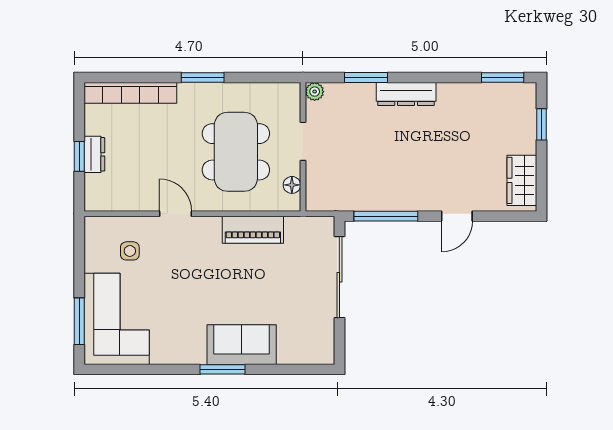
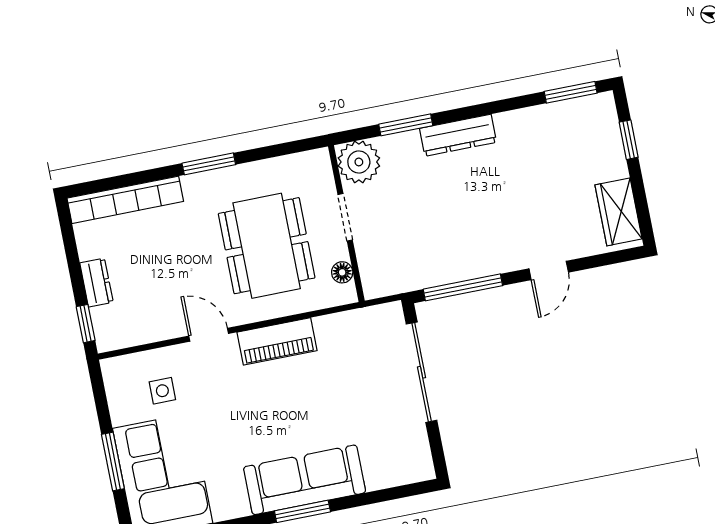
plant: (315, 92) -> (359, 162), width x1.88, depth x1.88
window: (79, 156) -> (86, 324), moved
piano: (253, 230) -> (277, 341), moved
window: (79, 321) -> (113, 462), moved
sofa: (242, 345) -> (305, 480), width x1.36

